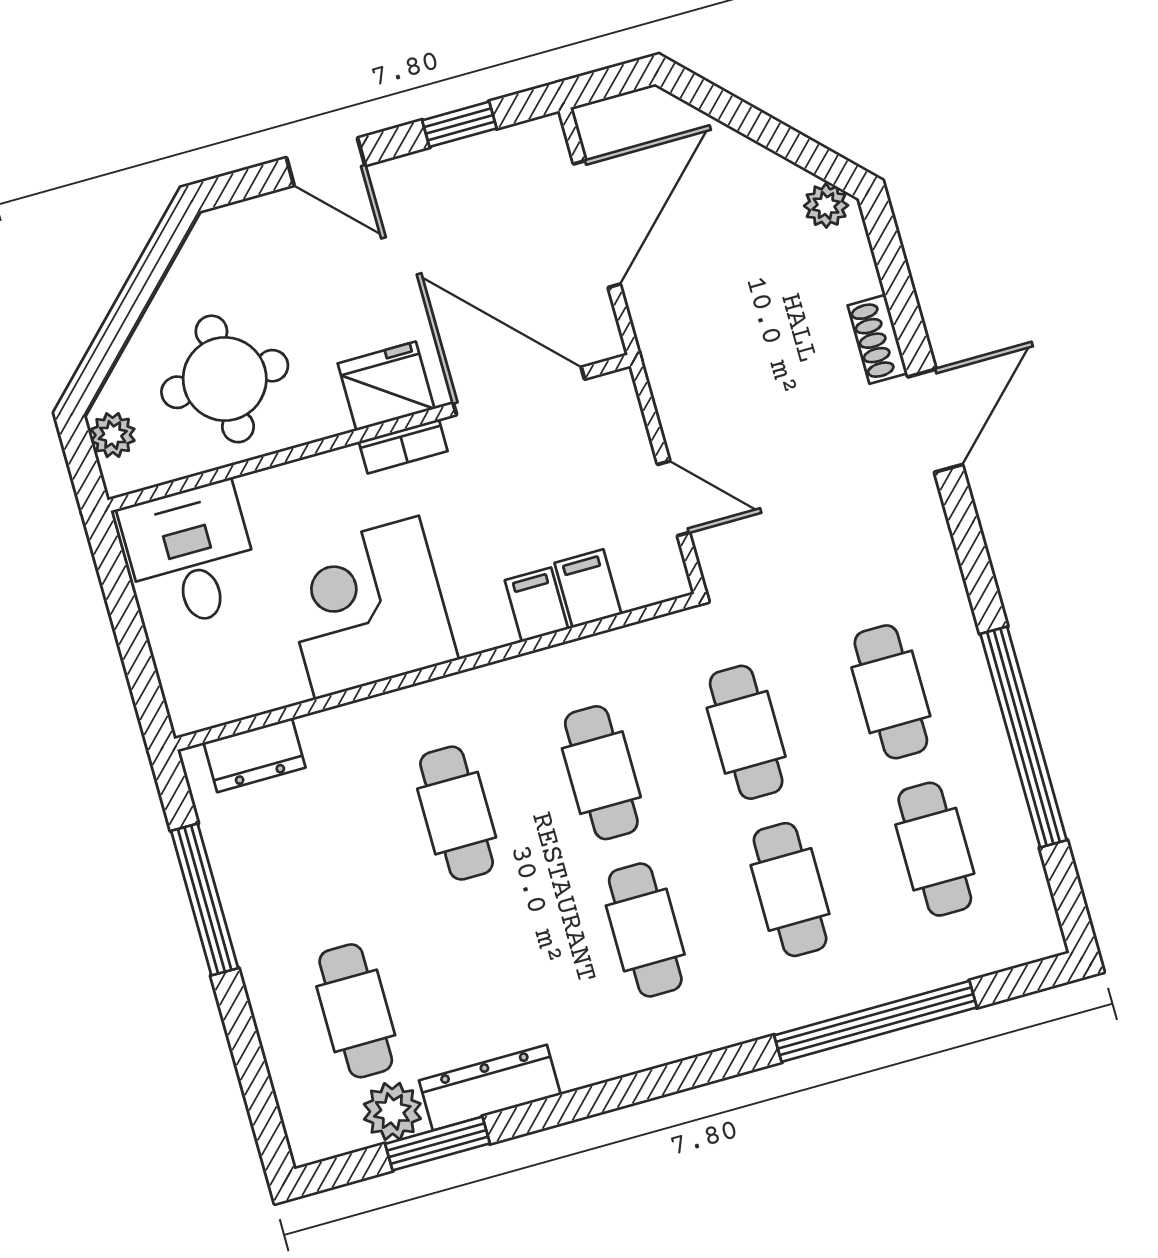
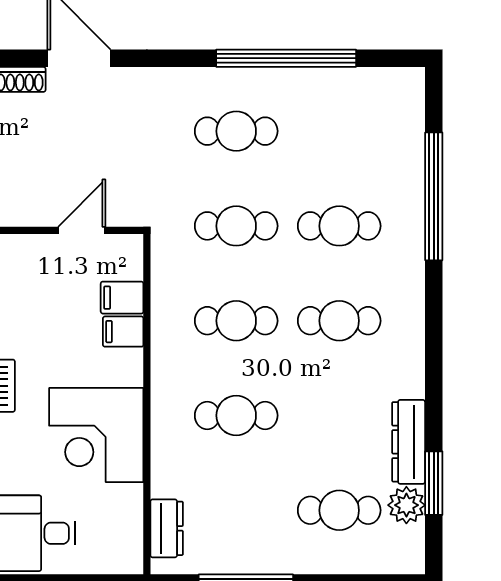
cafe table: (935, 849) -> (339, 131), removed

